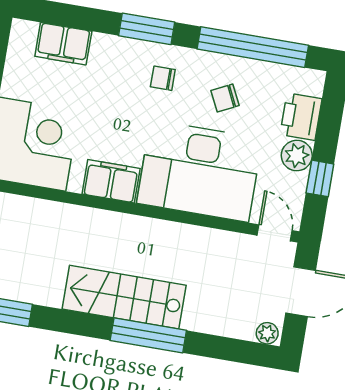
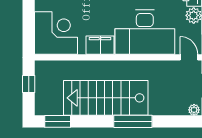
stairs: (124, 297) -> (106, 98), width x1.36, depth x1.51

